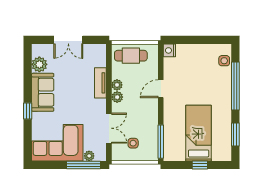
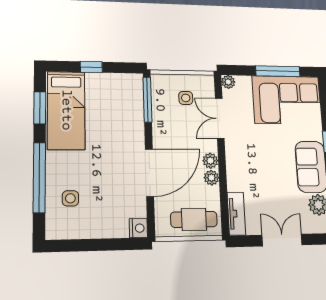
side table: (224, 61) -> (70, 198), moved
tv unit: (100, 83) -> (236, 214), moved
door: (161, 89) -> (149, 173), width x1.88
bed: (199, 133) -> (66, 110), moved
plant: (89, 156) -> (228, 82), moved
window: (84, 165) -> (278, 71), moved

